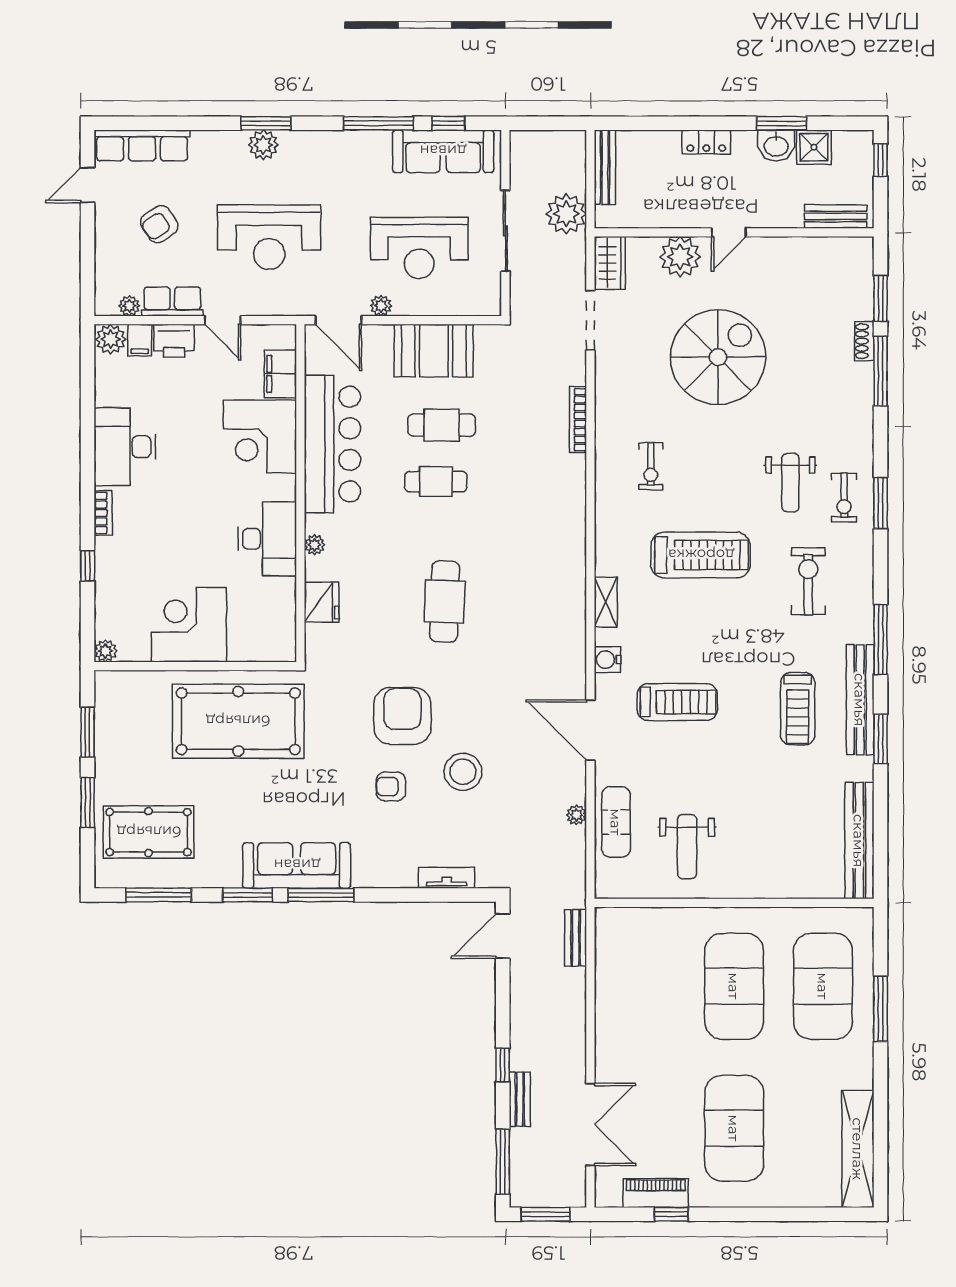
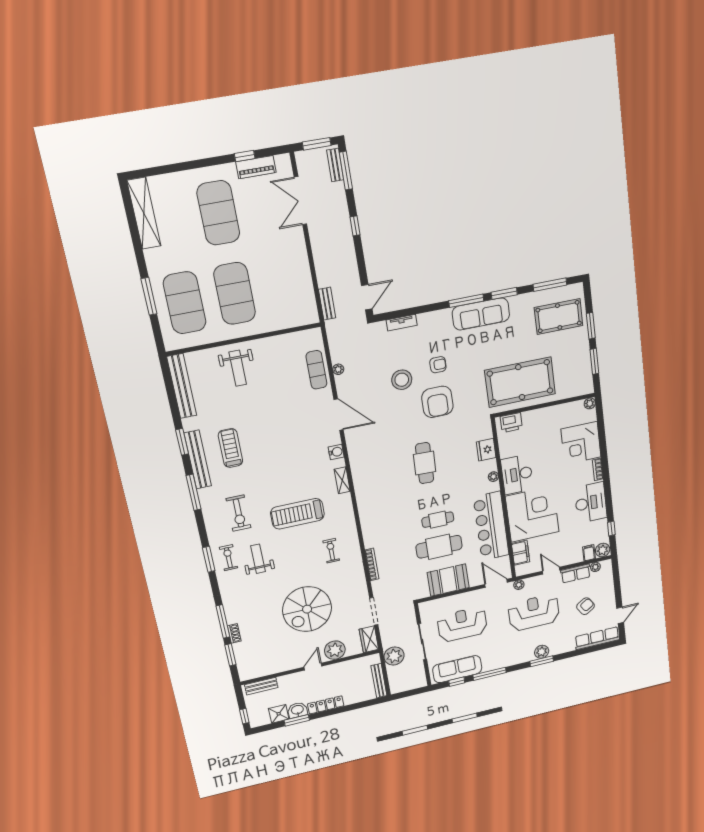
locker: (706, 142) -> (326, 705), width x1.53
plant: (381, 306) -> (519, 585), moved
printer: (174, 341) -> (511, 423), moved, turned 180
cafe table: (442, 425) -> (439, 547), width x1.37, depth x1.35
corner desk: (260, 437) -> (532, 514), width x1.36, depth x1.36
window: (88, 566) -> (611, 529), moved
corner desk: (189, 625) -> (581, 443), moved, turned 90
treadmill: (677, 702) -> (295, 438), removed
weight bench: (687, 847) -> (238, 368), moved, turned 180
bench: (520, 1099) -> (335, 165), moved

